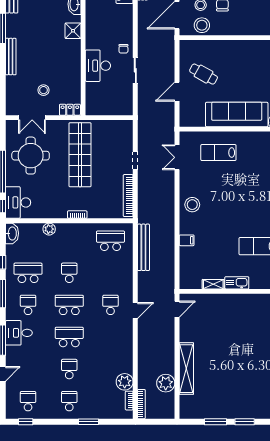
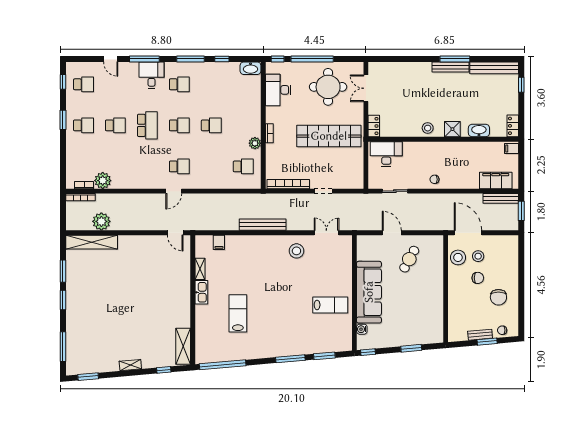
bench: (11, 57) -> (451, 67), moved
desk: (98, 66) -> (386, 154), moved
sliding door: (135, 70) -> (395, 191), moved
stool: (44, 90) -> (428, 128), moved
lab bench: (218, 153) -> (330, 305), moved, turned 90
desk: (18, 202) -> (278, 90), moved, turned -90
stool: (192, 205) -> (296, 251), moved
plant: (49, 229) -> (255, 143), moved
filing cabinet: (187, 240) -> (219, 242), moved
school desk: (110, 241) -> (243, 166), width x0.54
bench: (143, 247) -> (263, 225), moved
school desk: (28, 273) -> (211, 84), removed
school desk: (69, 305) -> (179, 125), width x0.54
door: (135, 311) -> (174, 191), hinge flipped
shelving: (186, 369) -> (92, 242), moved
window: (89, 422) -> (63, 120), moved

